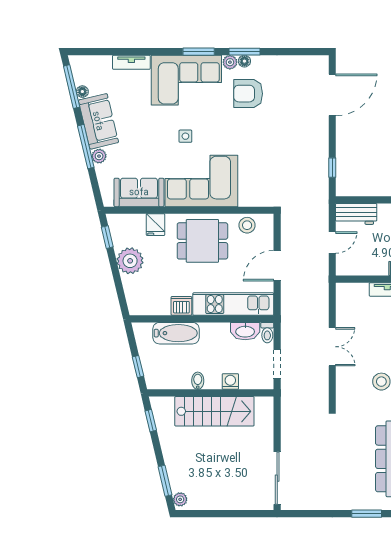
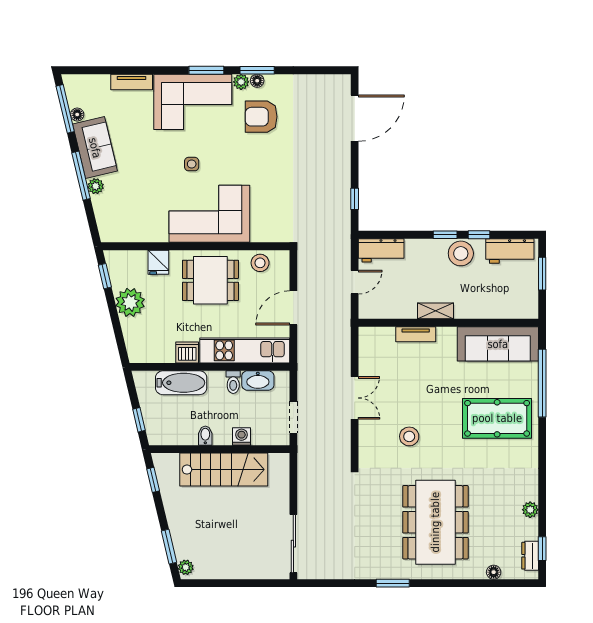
sofa: (139, 192) -> (140, 226), removed
toilet: (267, 333) -> (233, 382), moved

